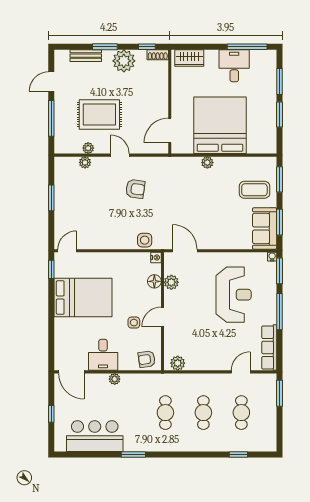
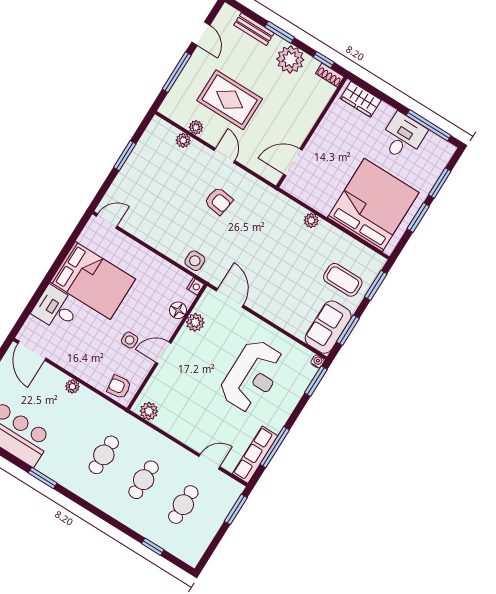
door: (51, 82) -> (201, 34), swing flipped
bed: (220, 125) -> (373, 205), moved
window: (51, 269) -> (78, 230), removed
window: (279, 312) -> (275, 447), moved
desk: (103, 355) -> (56, 309), moved, turned 90

